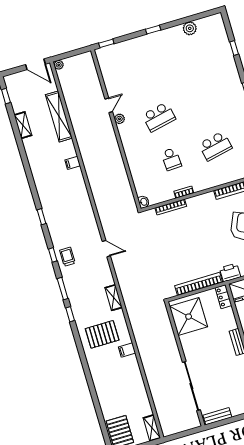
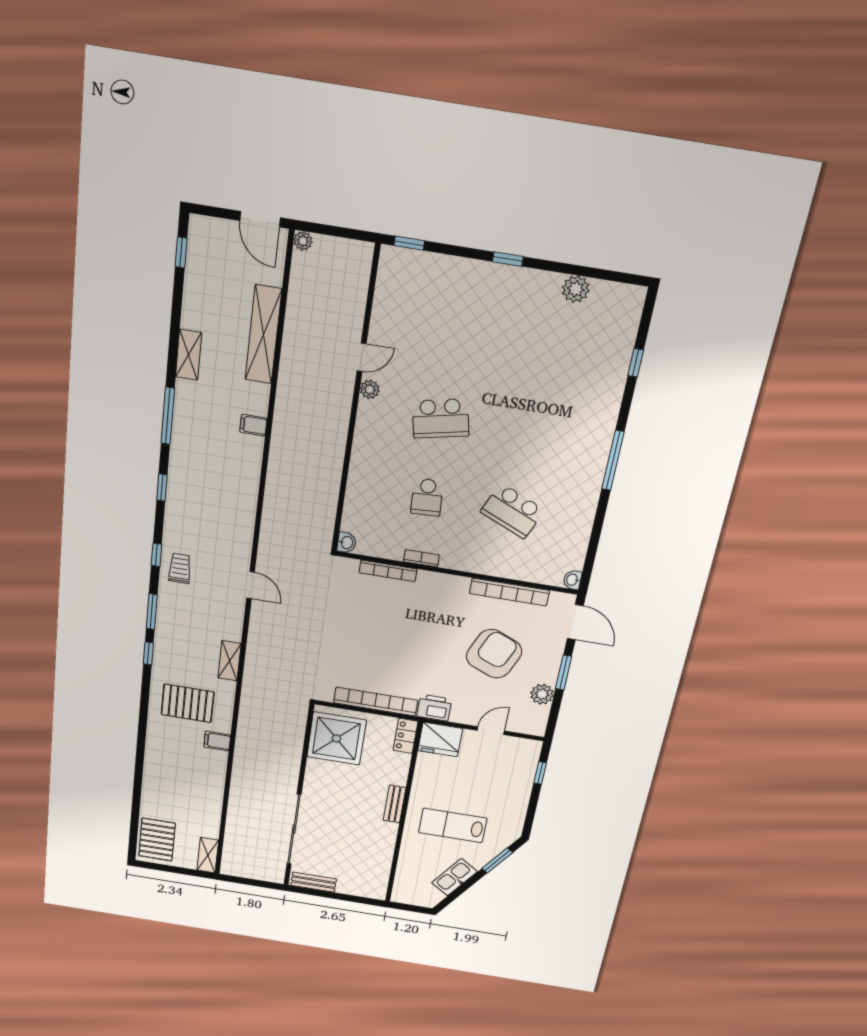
shelving: (23, 125) -> (189, 355), moved
school desk: (215, 146) -> (513, 511), turned 36
window: (30, 178) -> (168, 416), added

